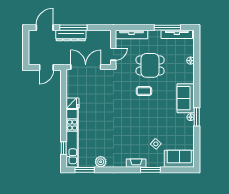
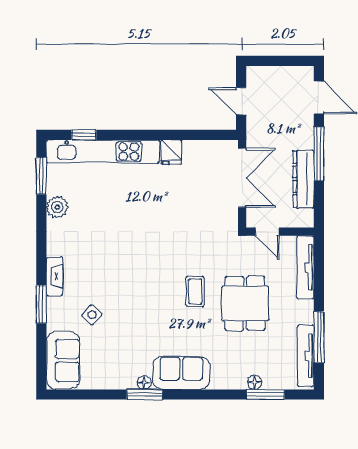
dresser: (71, 35) -> (303, 179), moved
window: (197, 55) -> (266, 394), added

